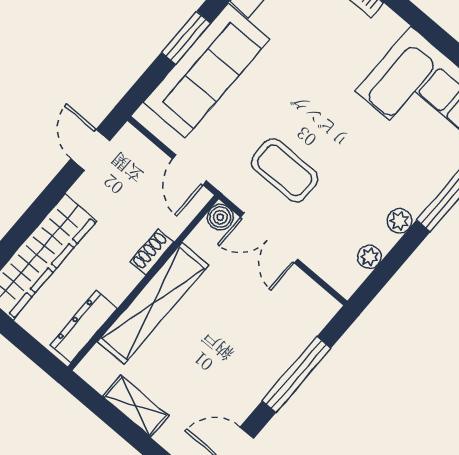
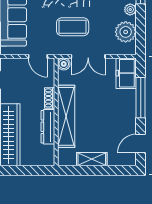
plant: (369, 257) -> (126, 32), width x1.87, depth x1.87
freezer: (307, 316) -> (126, 73), added
dresser: (83, 326) -> (48, 127), moved

